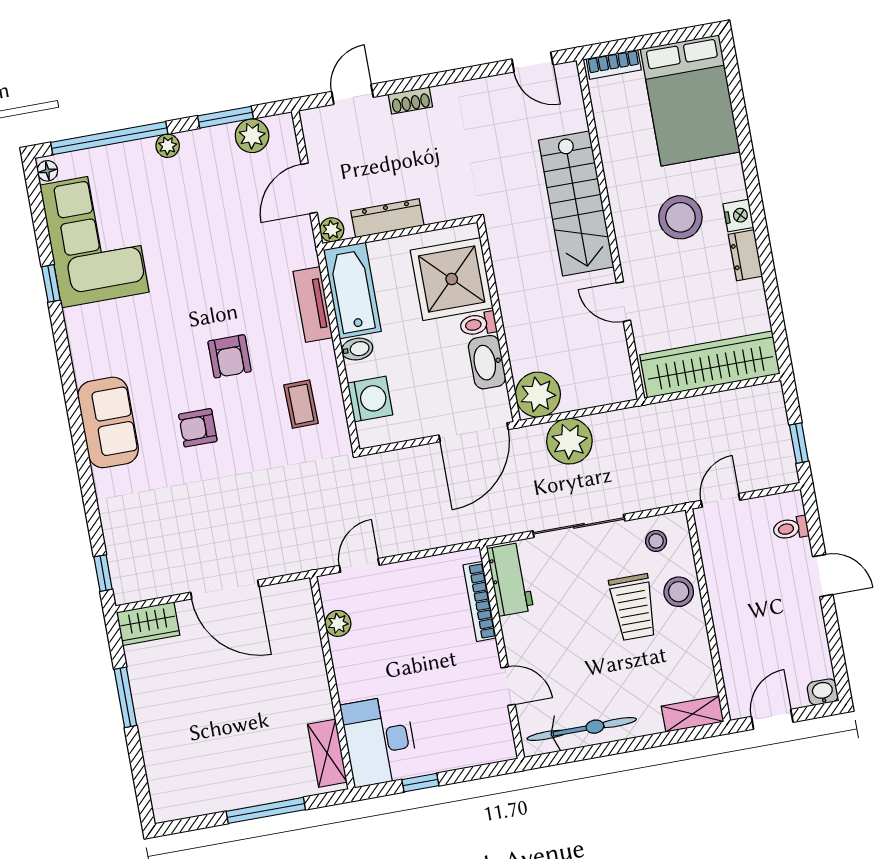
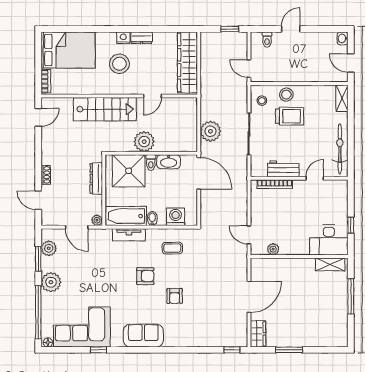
plant: (168, 146) -> (51, 282), width x1.88, depth x1.88
dresser: (387, 218) -> (96, 178), moved
plant: (538, 395) -> (144, 142), moved
sofa: (108, 422) -> (143, 336), moved
workbench: (510, 579) -> (283, 169), moved

